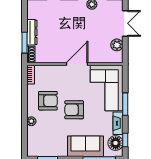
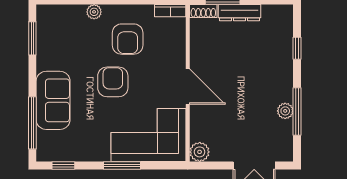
plant: (117, 45) -> (200, 152), moved
fireplace: (118, 123) -> (91, 154), removed
floor lamp: (116, 143) -> (58, 150), removed

